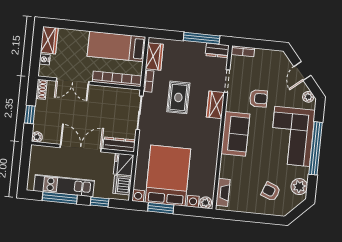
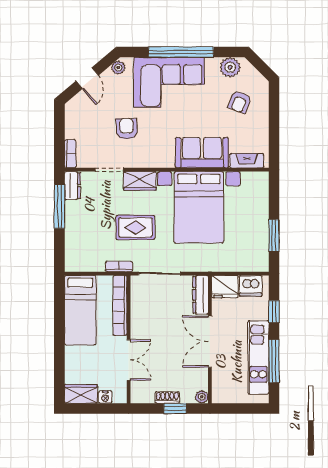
wardrobe: (154, 57) -> (88, 262), removed
door: (302, 71) -> (87, 78), hinge flipped
shoe rack: (41, 89) -> (167, 397), moved
sofa: (235, 134) -> (202, 153), moved
bed with nightstands: (168, 176) -> (199, 207), moved, turned -90
plant: (206, 203) -> (262, 181), removed

